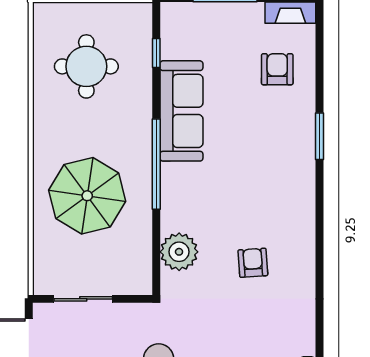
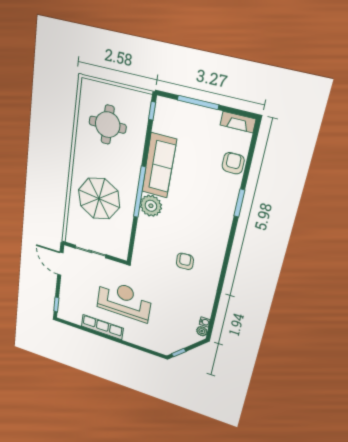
window: (156, 53) -> (152, 111), moved
armchair: (277, 69) -> (233, 163), moved
plant: (179, 252) -> (151, 206), moved

